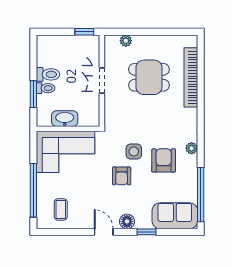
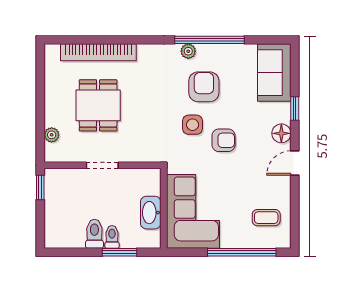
armchair: (164, 160) -> (204, 87), turned 90
window: (201, 195) -> (210, 40), moved

